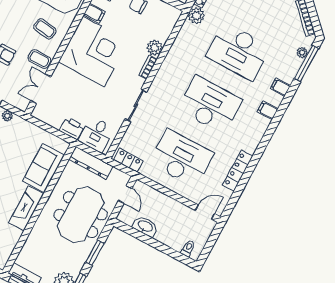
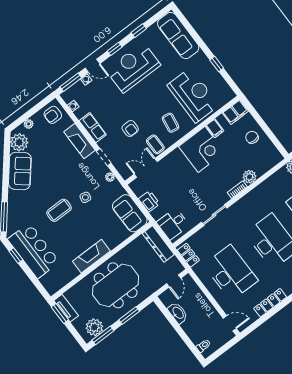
corner desk: (94, 51) -> (202, 149), width x0.74, depth x0.74
printer: (72, 128) -> (149, 201), moved
sofa: (44, 168) -> (130, 213), moved, turned -90
meeting table: (81, 215) -> (116, 285), moved

